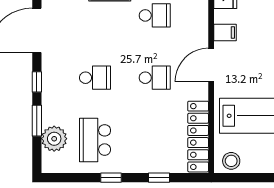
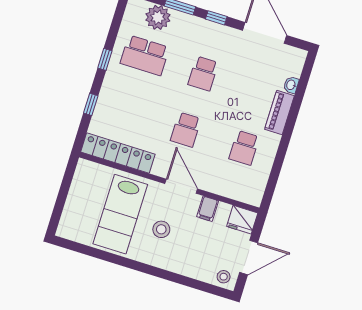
school desk: (95, 140) -> (145, 55), turned 180
stool: (231, 161) -> (161, 229), moved

